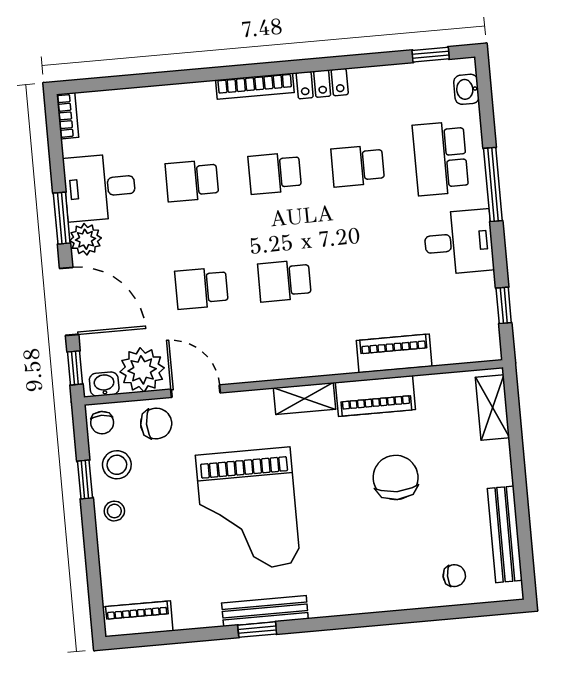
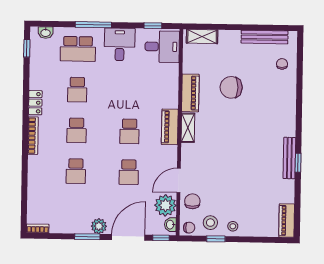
desk: (100, 187) -> (162, 47), moved, turned -90
piano: (394, 353) -> (170, 127), moved
grand piano: (248, 510) -> (239, 161), removed

